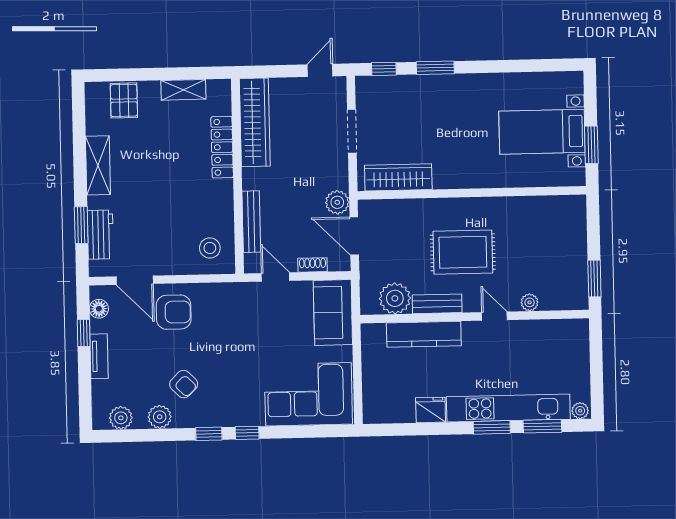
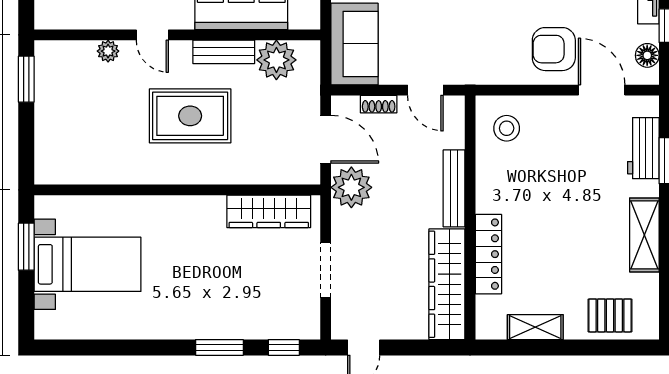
pallet: (124, 100) -> (610, 315), turned 90
plant: (337, 202) -> (351, 187), width x1.36, depth x1.36
bench: (251, 222) -> (454, 188), moved

